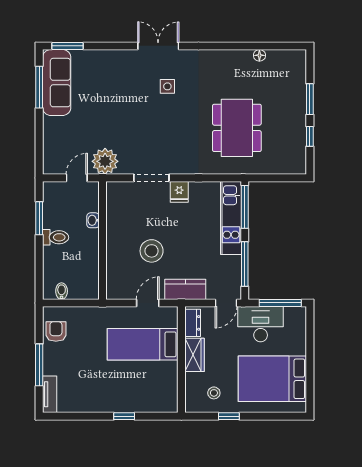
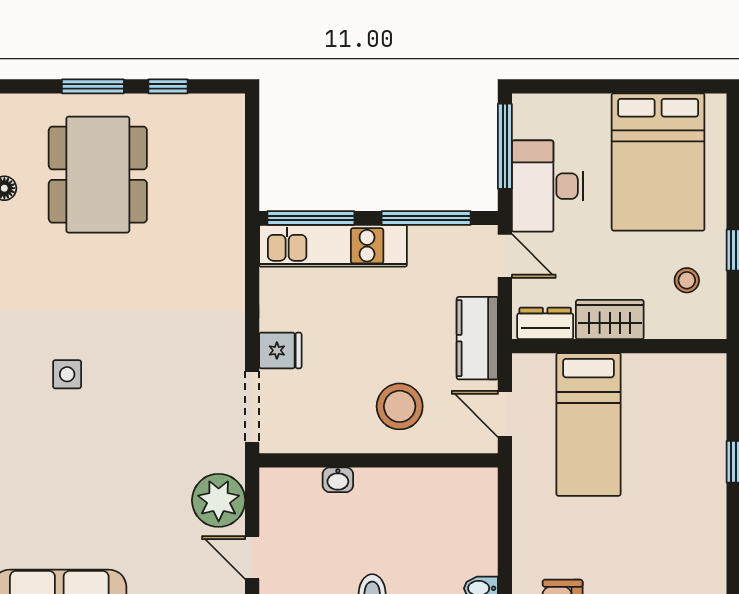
dining table: (237, 128) -> (98, 175), moved, turned 90
washbasin: (93, 220) -> (338, 480), moved
wall: (103, 240) -> (379, 460), moved

